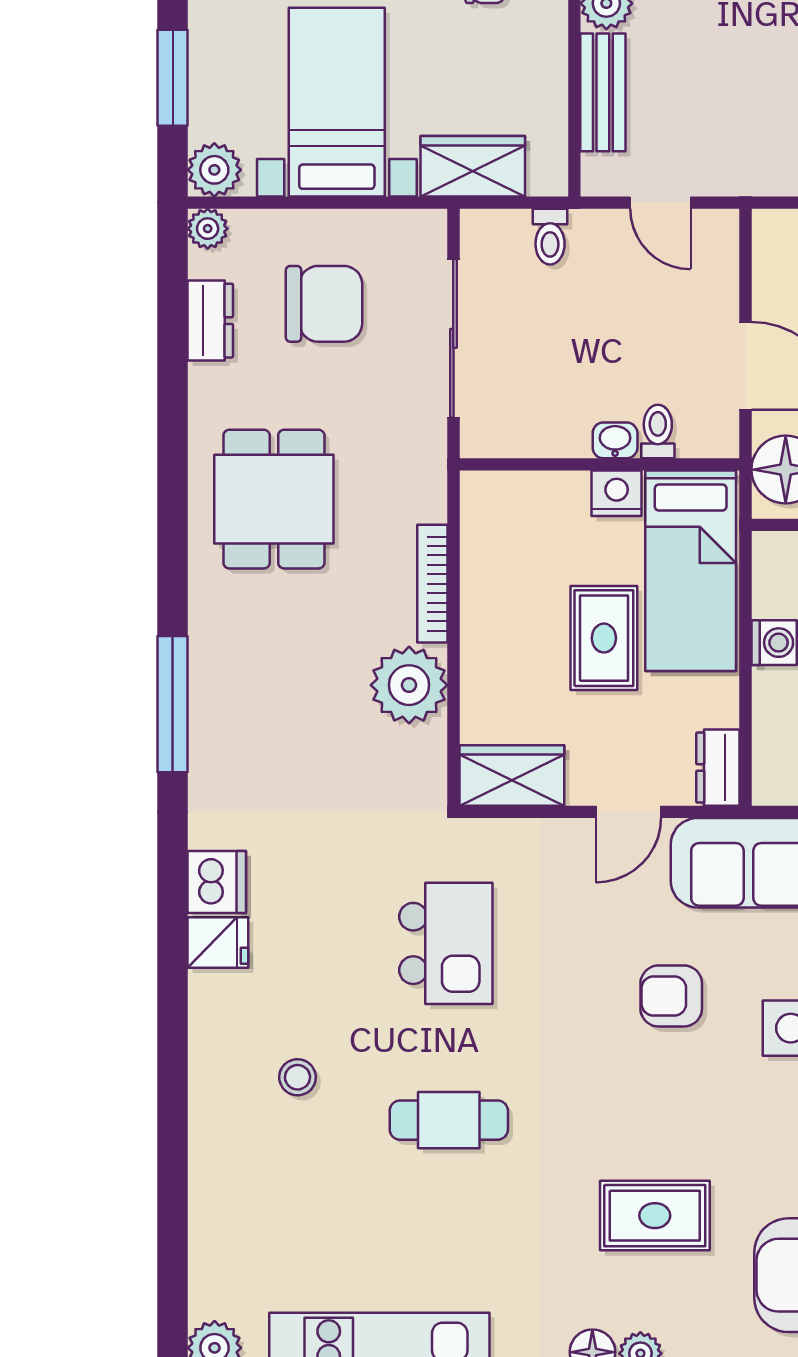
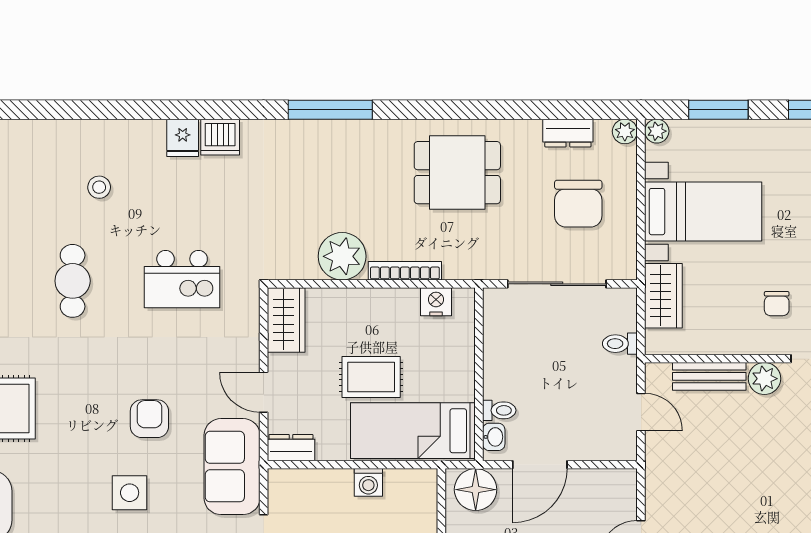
plant: (214, 170) -> (657, 131), width x0.73, depth x0.73
door: (660, 203) -> (641, 412), swing flipped
washbasin: (615, 440) -> (494, 437), moved
nightstand: (617, 493) -> (436, 302), moved, turned -90

